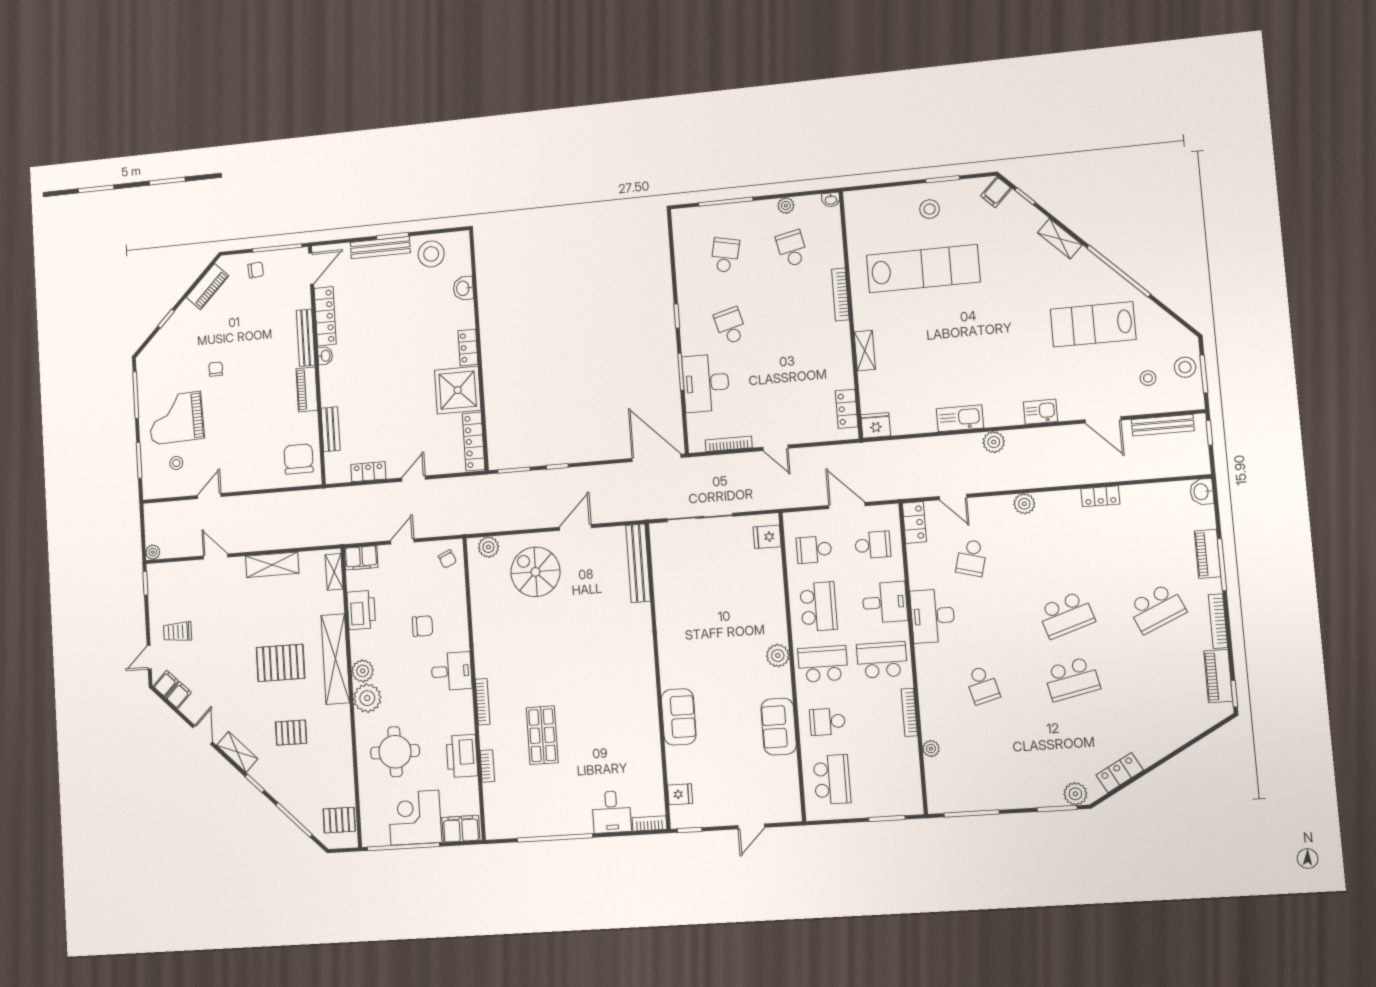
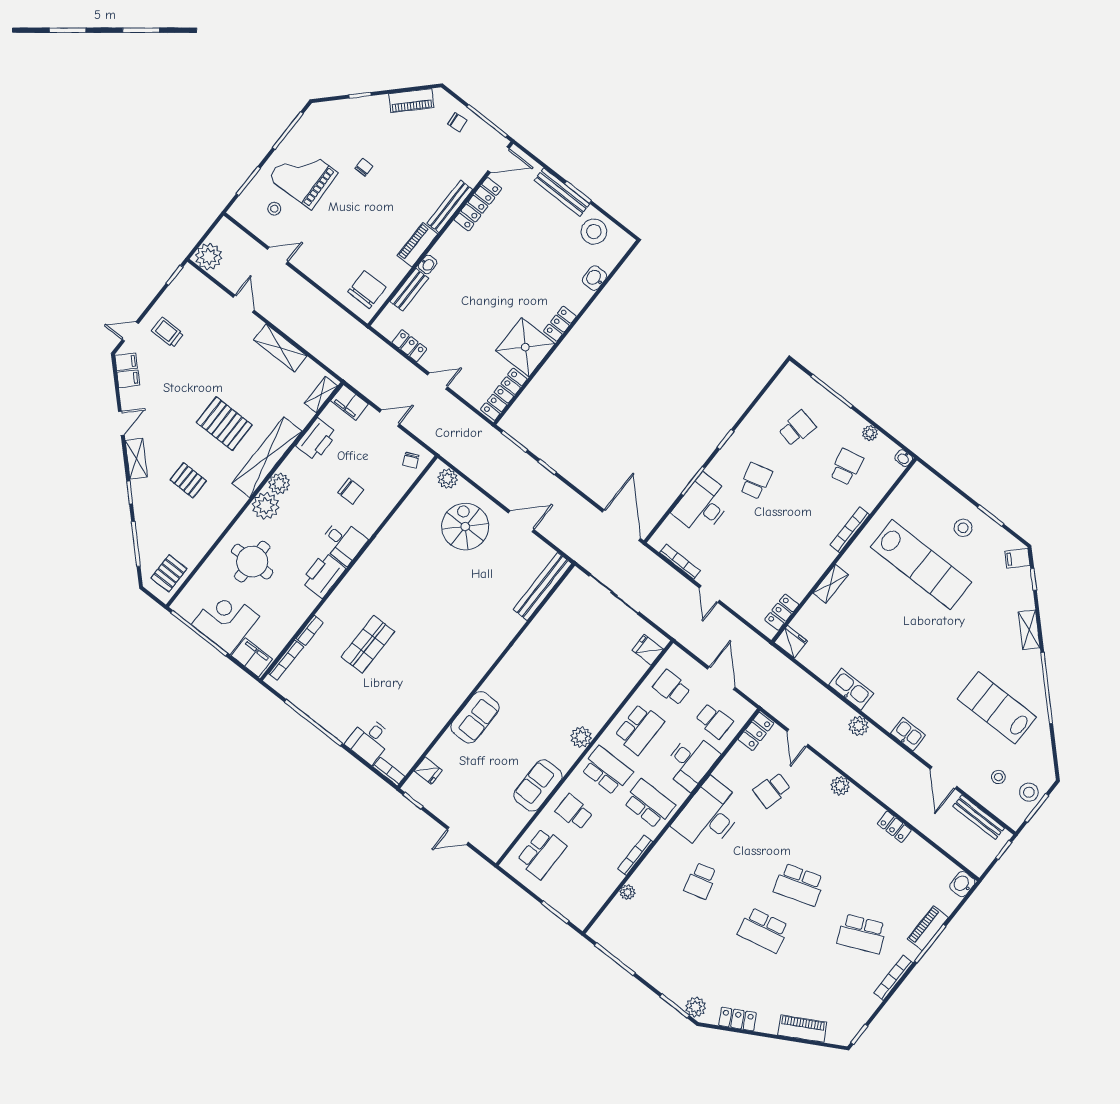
washbasin: (325, 356) -> (428, 264), moved
plant: (153, 552) -> (209, 257), width x1.88, depth x1.88
desk: (885, 602) -> (691, 762), width x1.37
desk: (933, 616) -> (709, 815), width x1.36, depth x1.30
piano: (1218, 676) -> (802, 1029), moved, turned 61
bookcase: (483, 702) -> (286, 660), moved
printer: (462, 756) -> (323, 575), moved
pallet: (339, 820) -> (169, 573), turned 90

